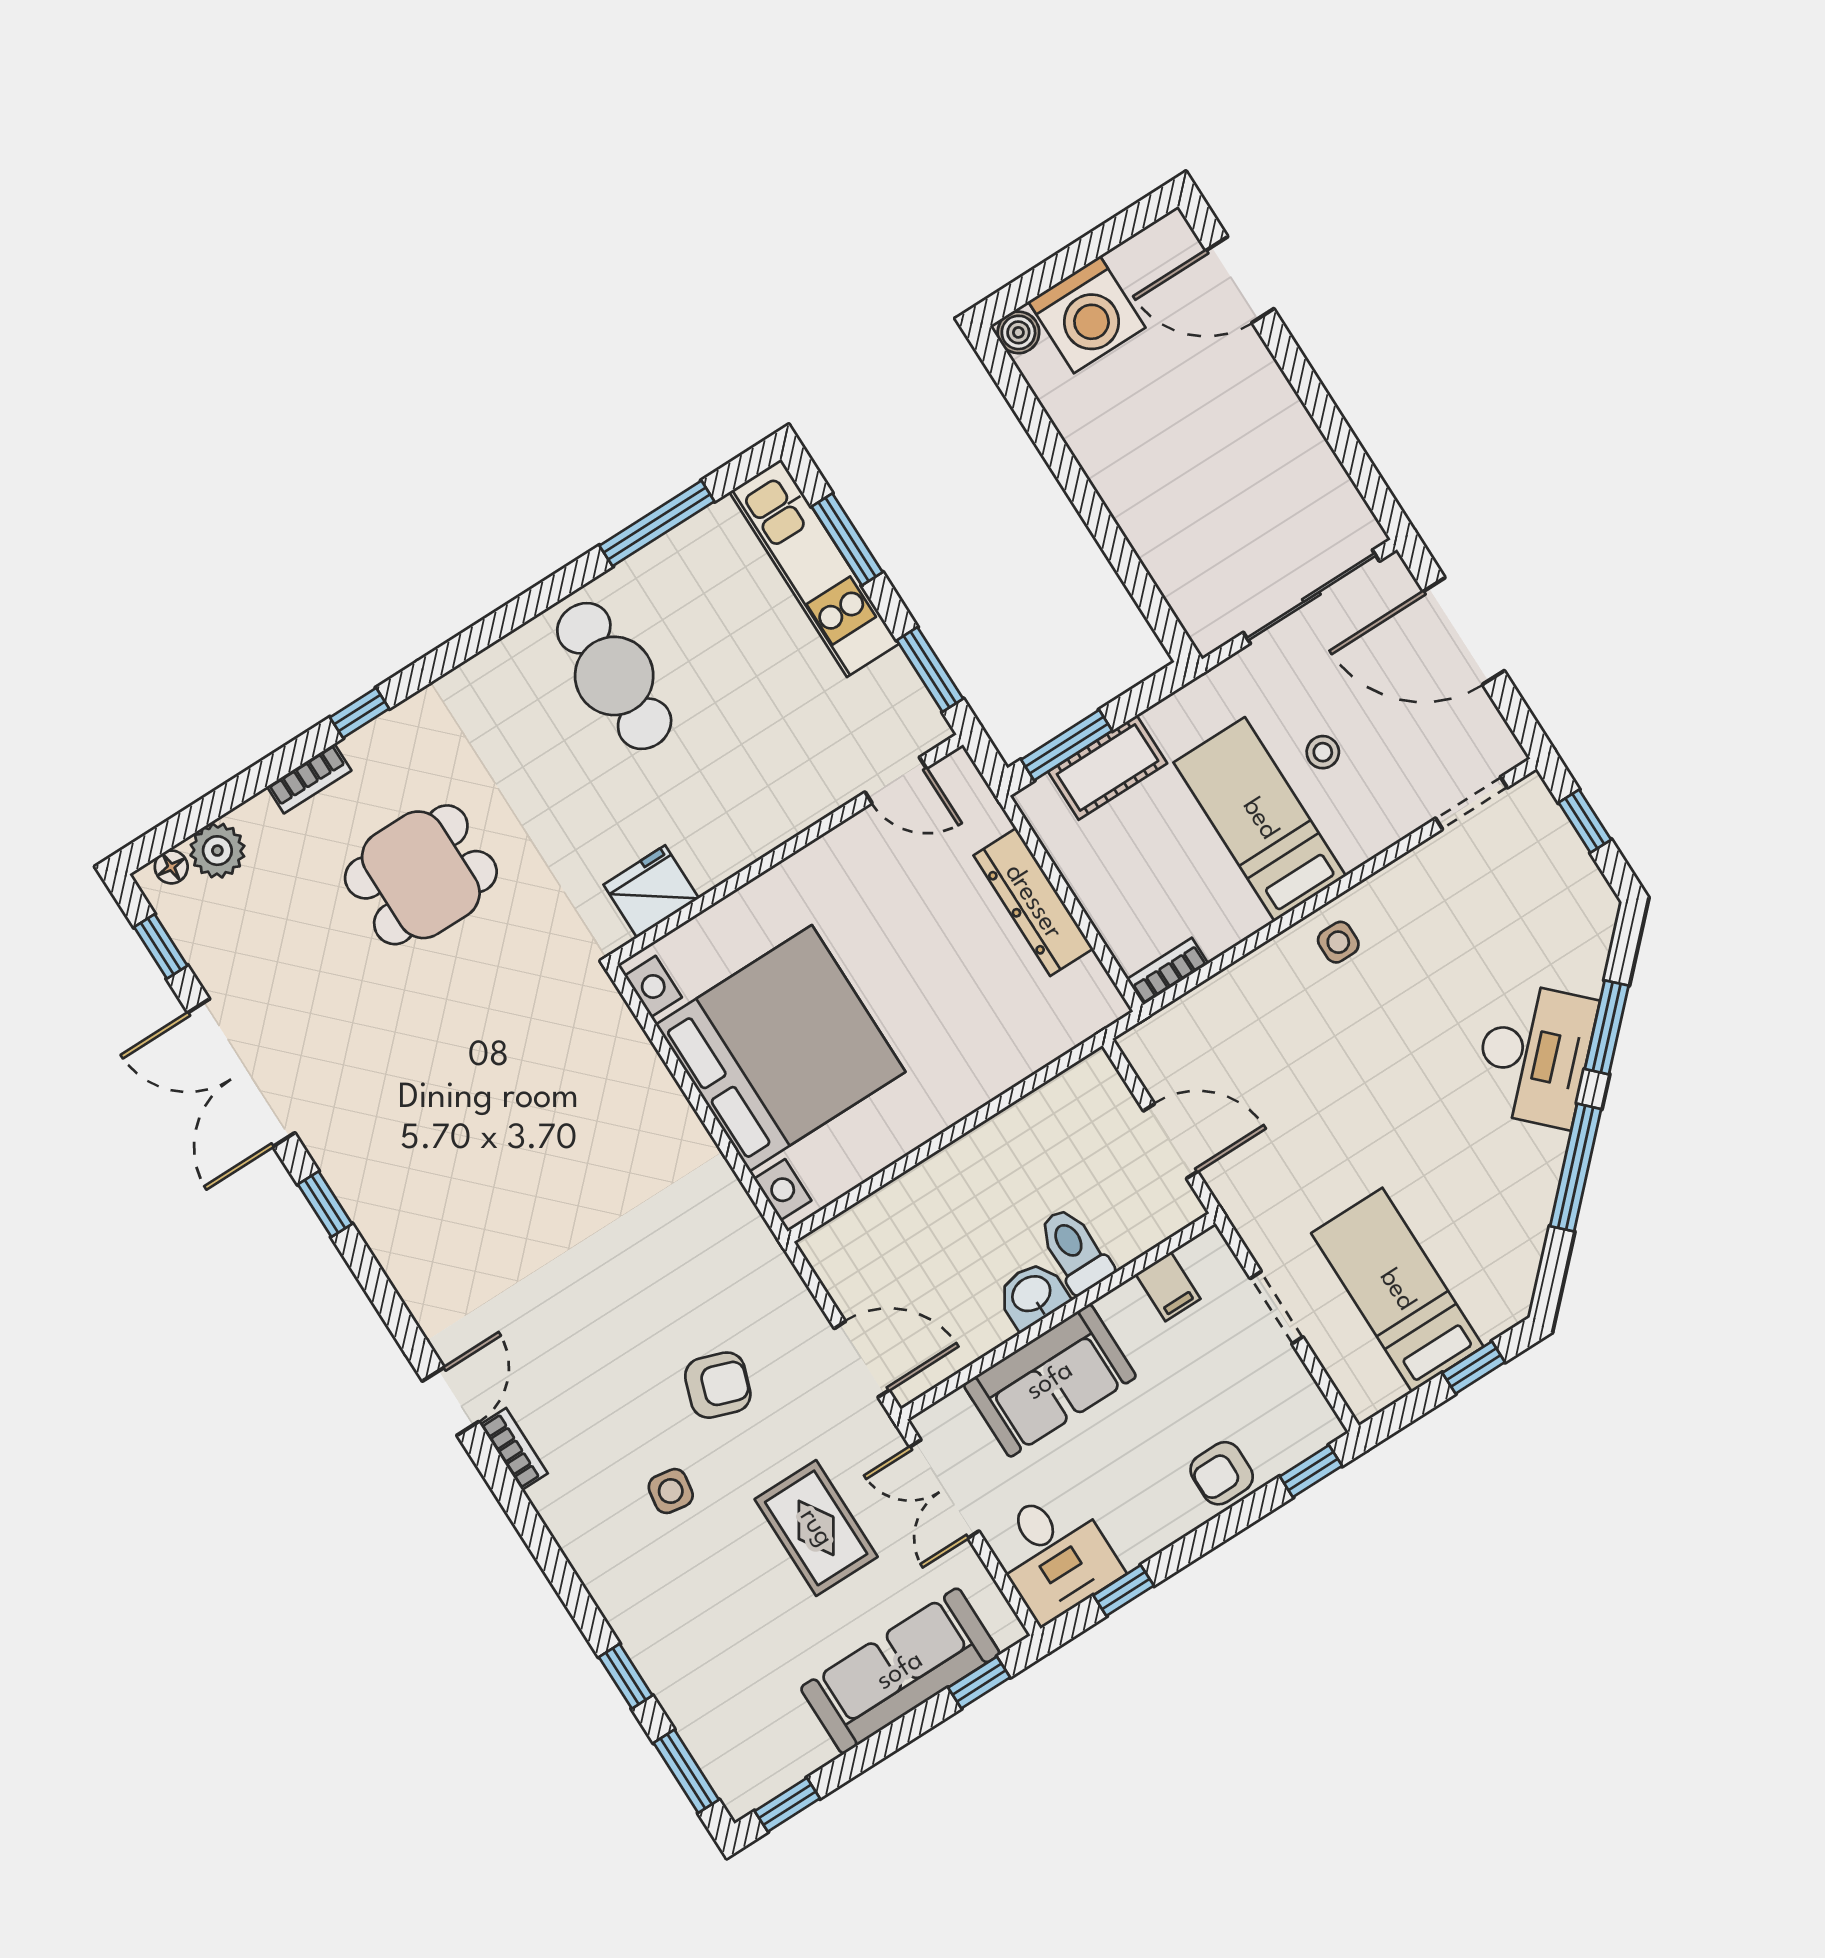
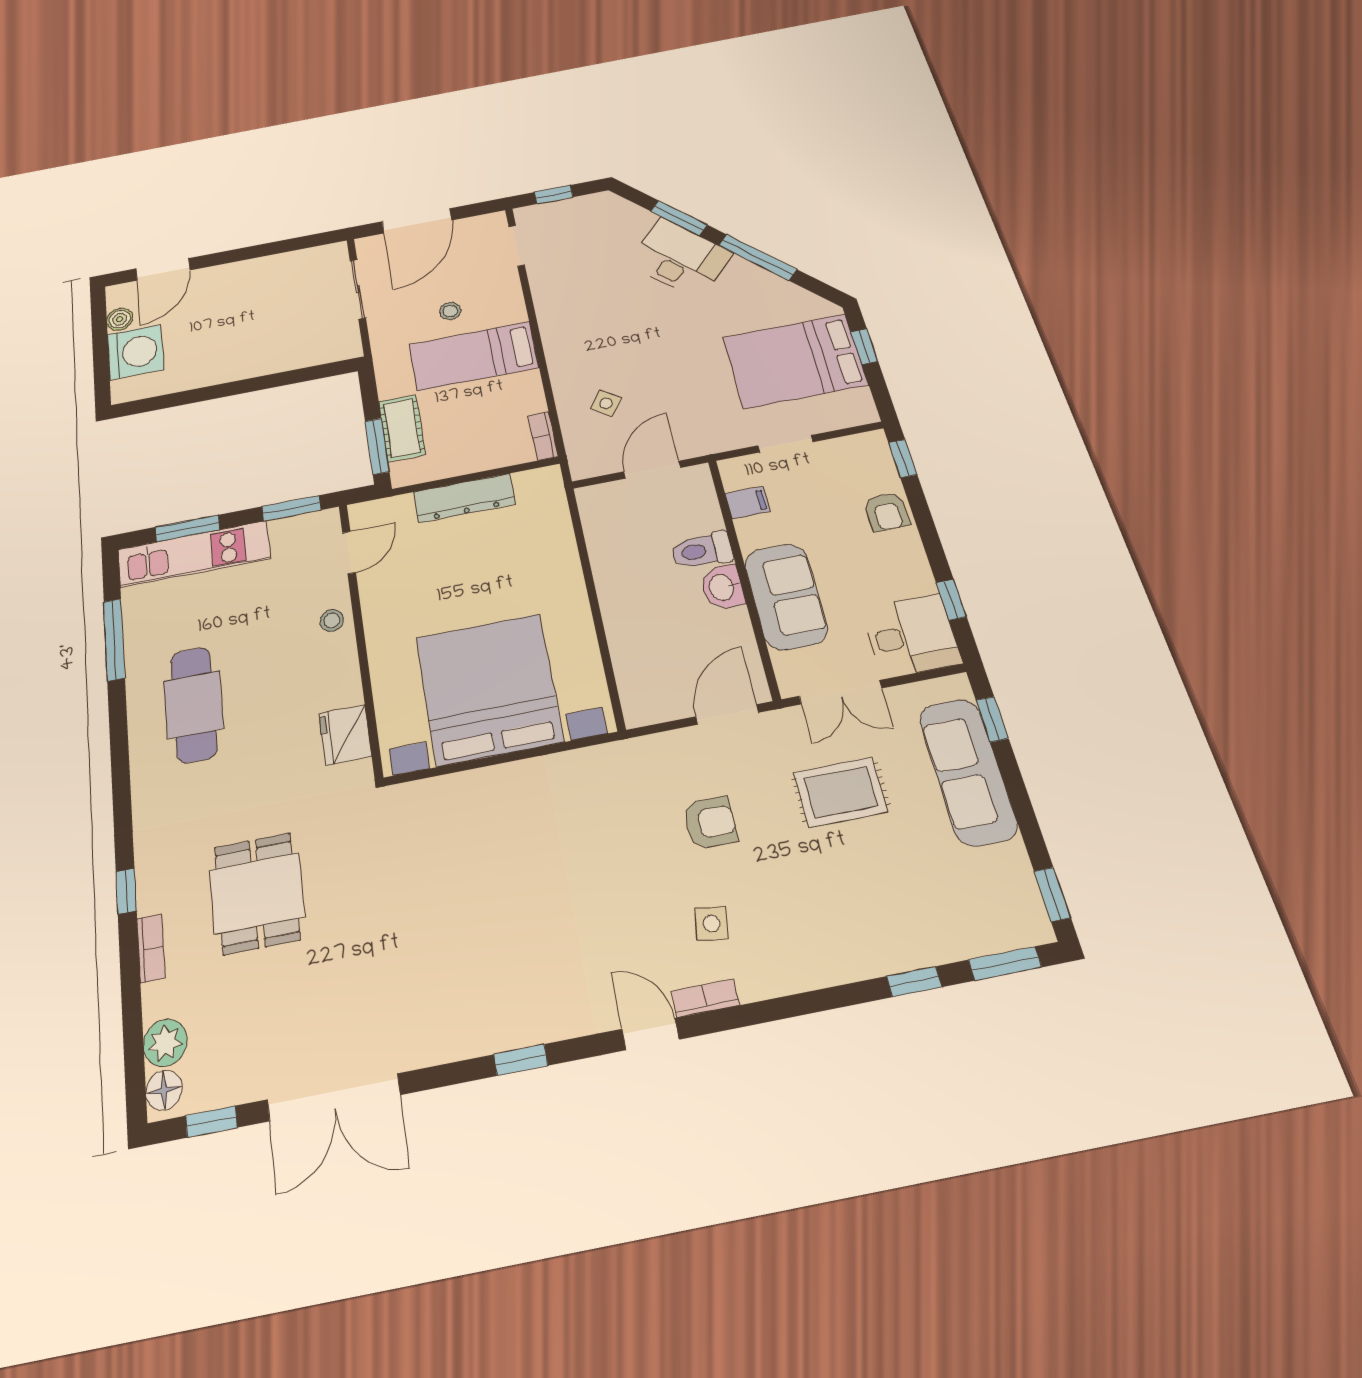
boiler: (1018, 332) -> (120, 319), moved
sliding door: (1311, 597) -> (358, 289), width x0.73
cafe table: (614, 676) -> (194, 704), turned 90
stool: (793, 802) -> (332, 620), added
floor lamp: (171, 867) -> (164, 1090), width x1.37, depth x1.37
side table: (1338, 942) -> (606, 403), moved, turned 36
window: (325, 1204) -> (521, 1060), moved
bed: (1397, 1290) -> (795, 361), width x1.50
armchair: (718, 1385) -> (710, 823), turned 71
side table: (671, 1491) -> (711, 924), moved

